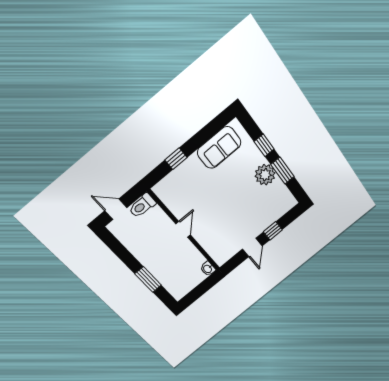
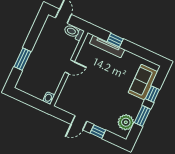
sofa: (219, 148) -> (143, 82), moved, turned 90
tv unit: (179, 173) -> (107, 46), added
plant: (265, 175) -> (126, 122), moved

